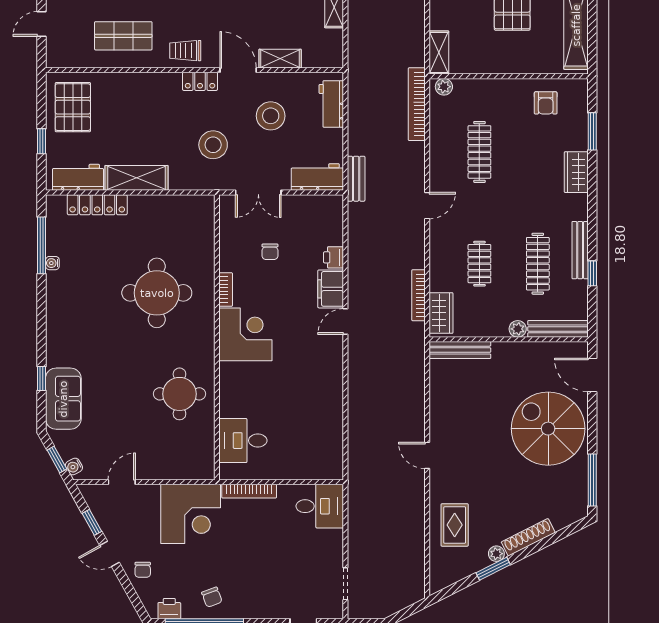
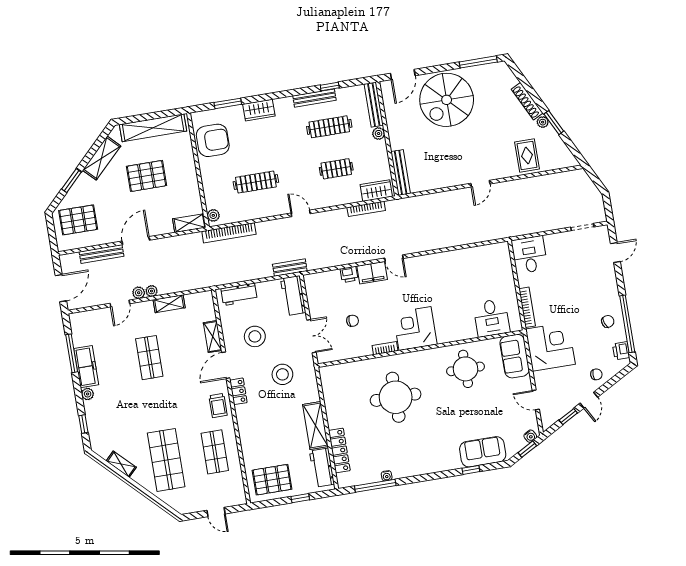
armchair: (546, 103) -> (213, 140), width x1.88, depth x1.88
sofa: (186, 463) -> (515, 356), added
rug: (455, 525) -> (527, 156), turned 90

